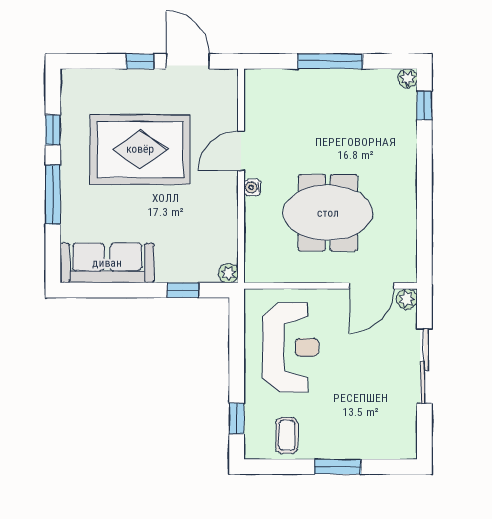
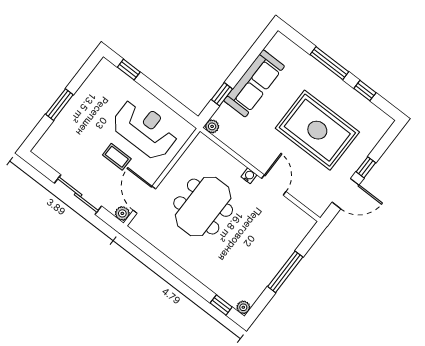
rug: (140, 149) -> (317, 130), turned 90
sofa: (107, 263) -> (254, 83), moved
reception desk: (291, 347) -> (145, 129), turned 180
coffee table: (287, 435) -> (117, 157), moved

